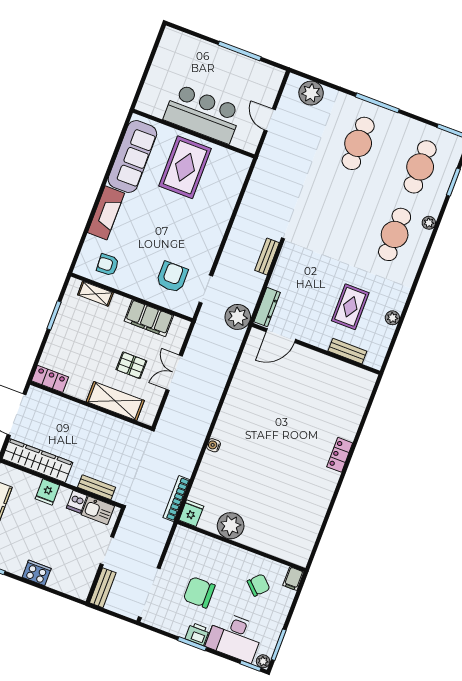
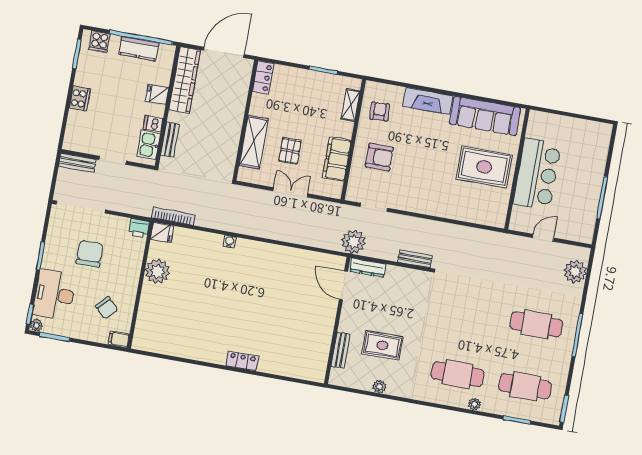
armchair: (172, 277) -> (379, 157), moved
printer: (197, 634) -> (139, 228), moved, turned 90

